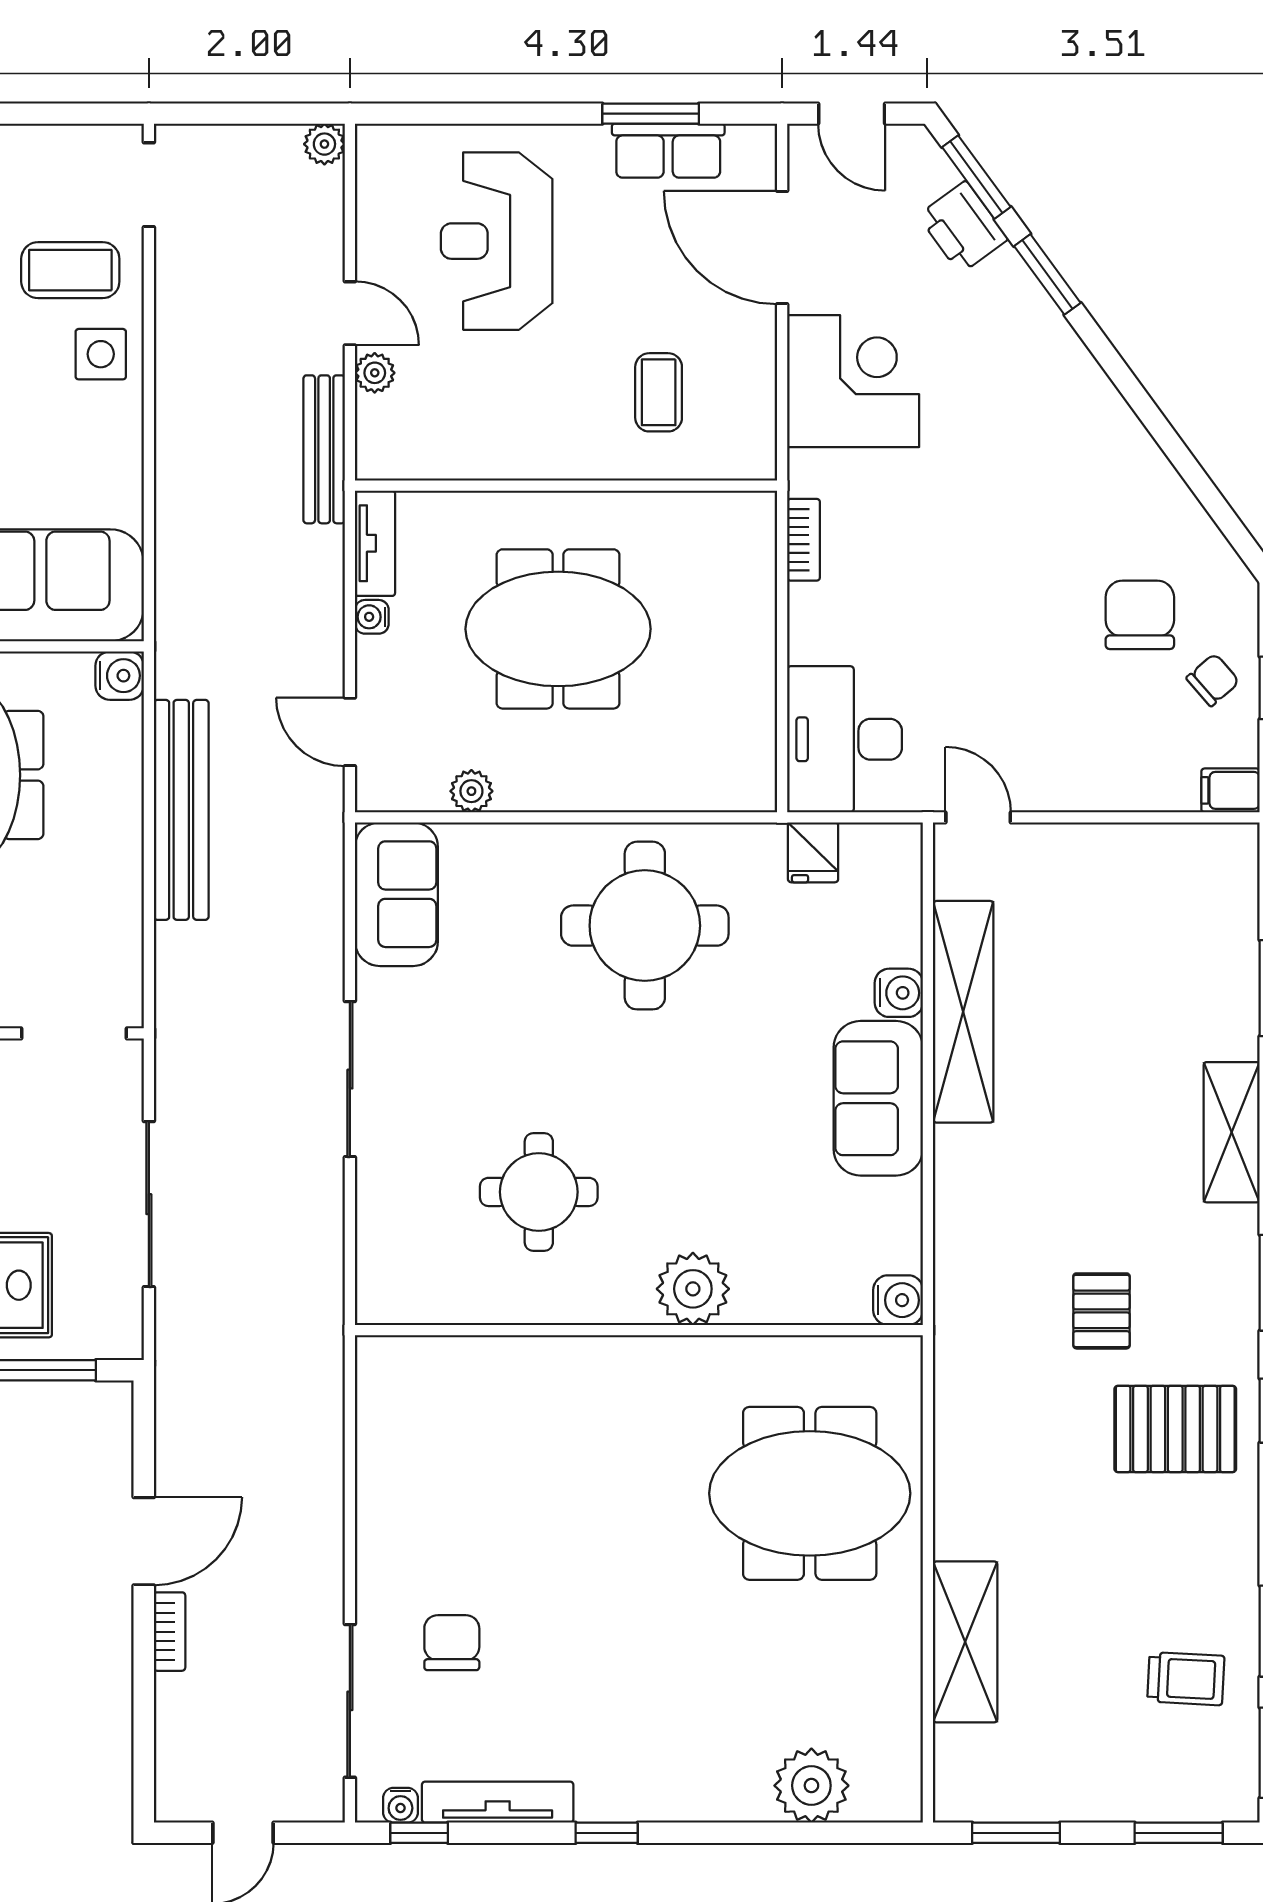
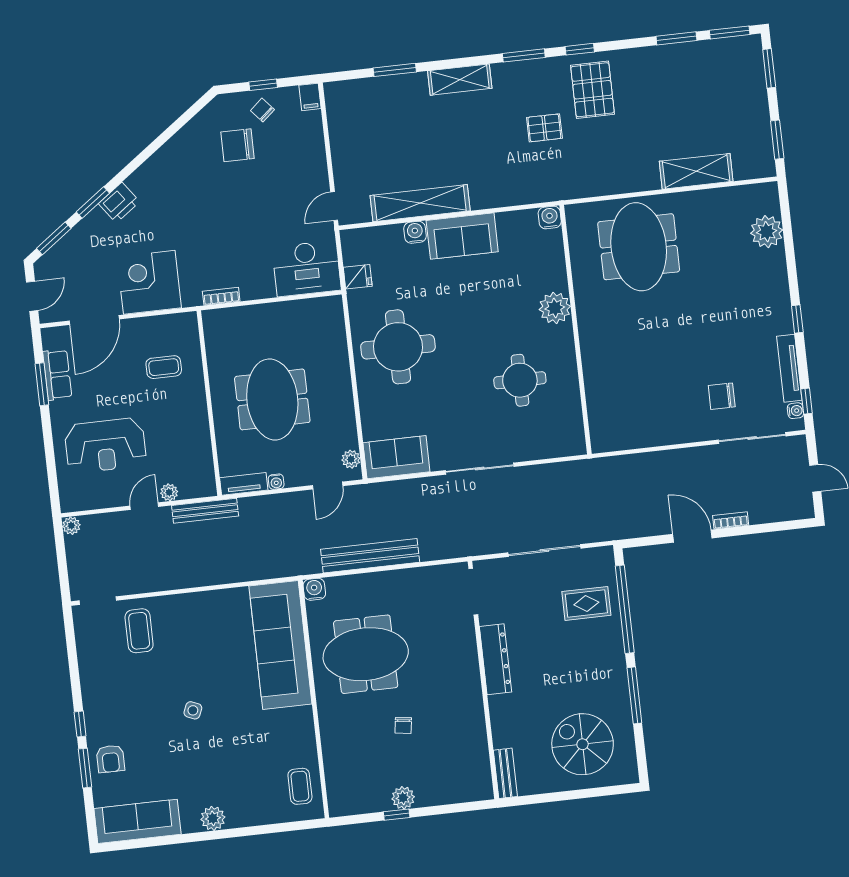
printer: (963, 227) -> (119, 203), moved
side table: (101, 354) -> (174, 613), removed
plant: (471, 791) -> (351, 459), moved
trolley: (1186, 1679) -> (701, 73), removed

